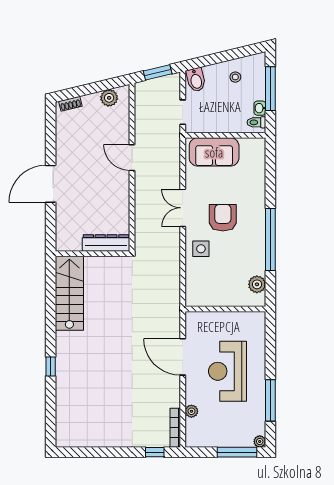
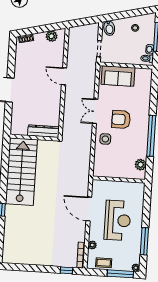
window: (158, 72) -> (84, 22), removed
armchair: (223, 218) -> (121, 119), turned -90
stairs: (69, 293) -> (21, 172), width x1.36, depth x1.51
reception desk: (228, 371) -> (118, 220), turned 180
coffee table: (211, 437) -> (104, 263), added

